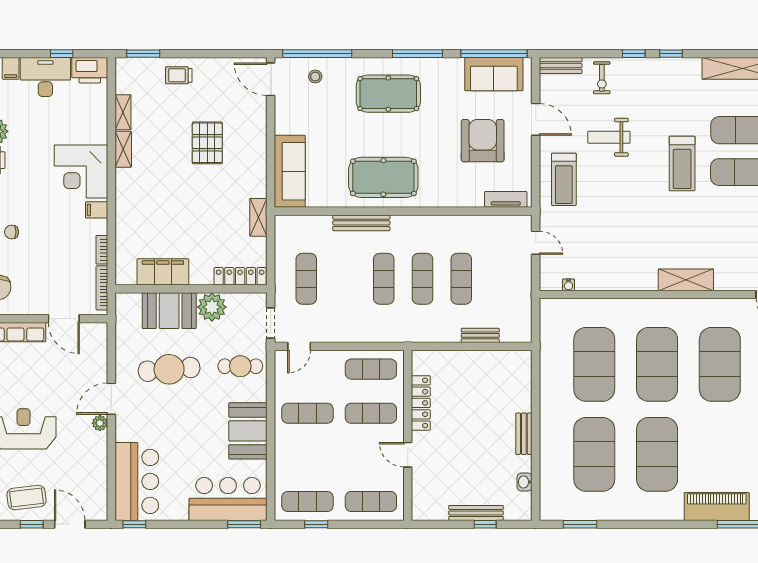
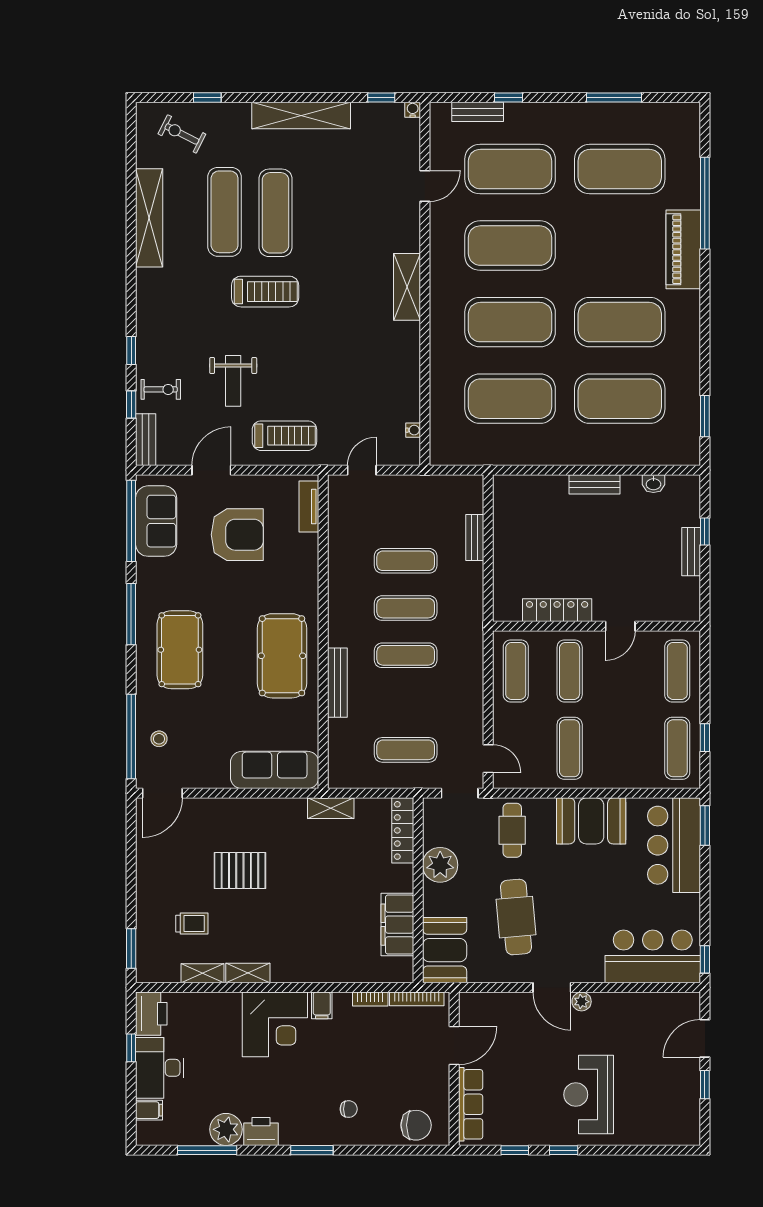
window: (671, 54) -> (131, 404), moved
trolley: (179, 75) -> (192, 924), moved, turned -90
armchair: (483, 141) -> (237, 535), turned 180
chair: (12, 232) -> (349, 1109), turned -90
booth: (169, 311) -> (445, 950), moved
coffee table: (27, 498) -> (672, 1091), removed
bench: (476, 513) -> (691, 552), width x0.73

